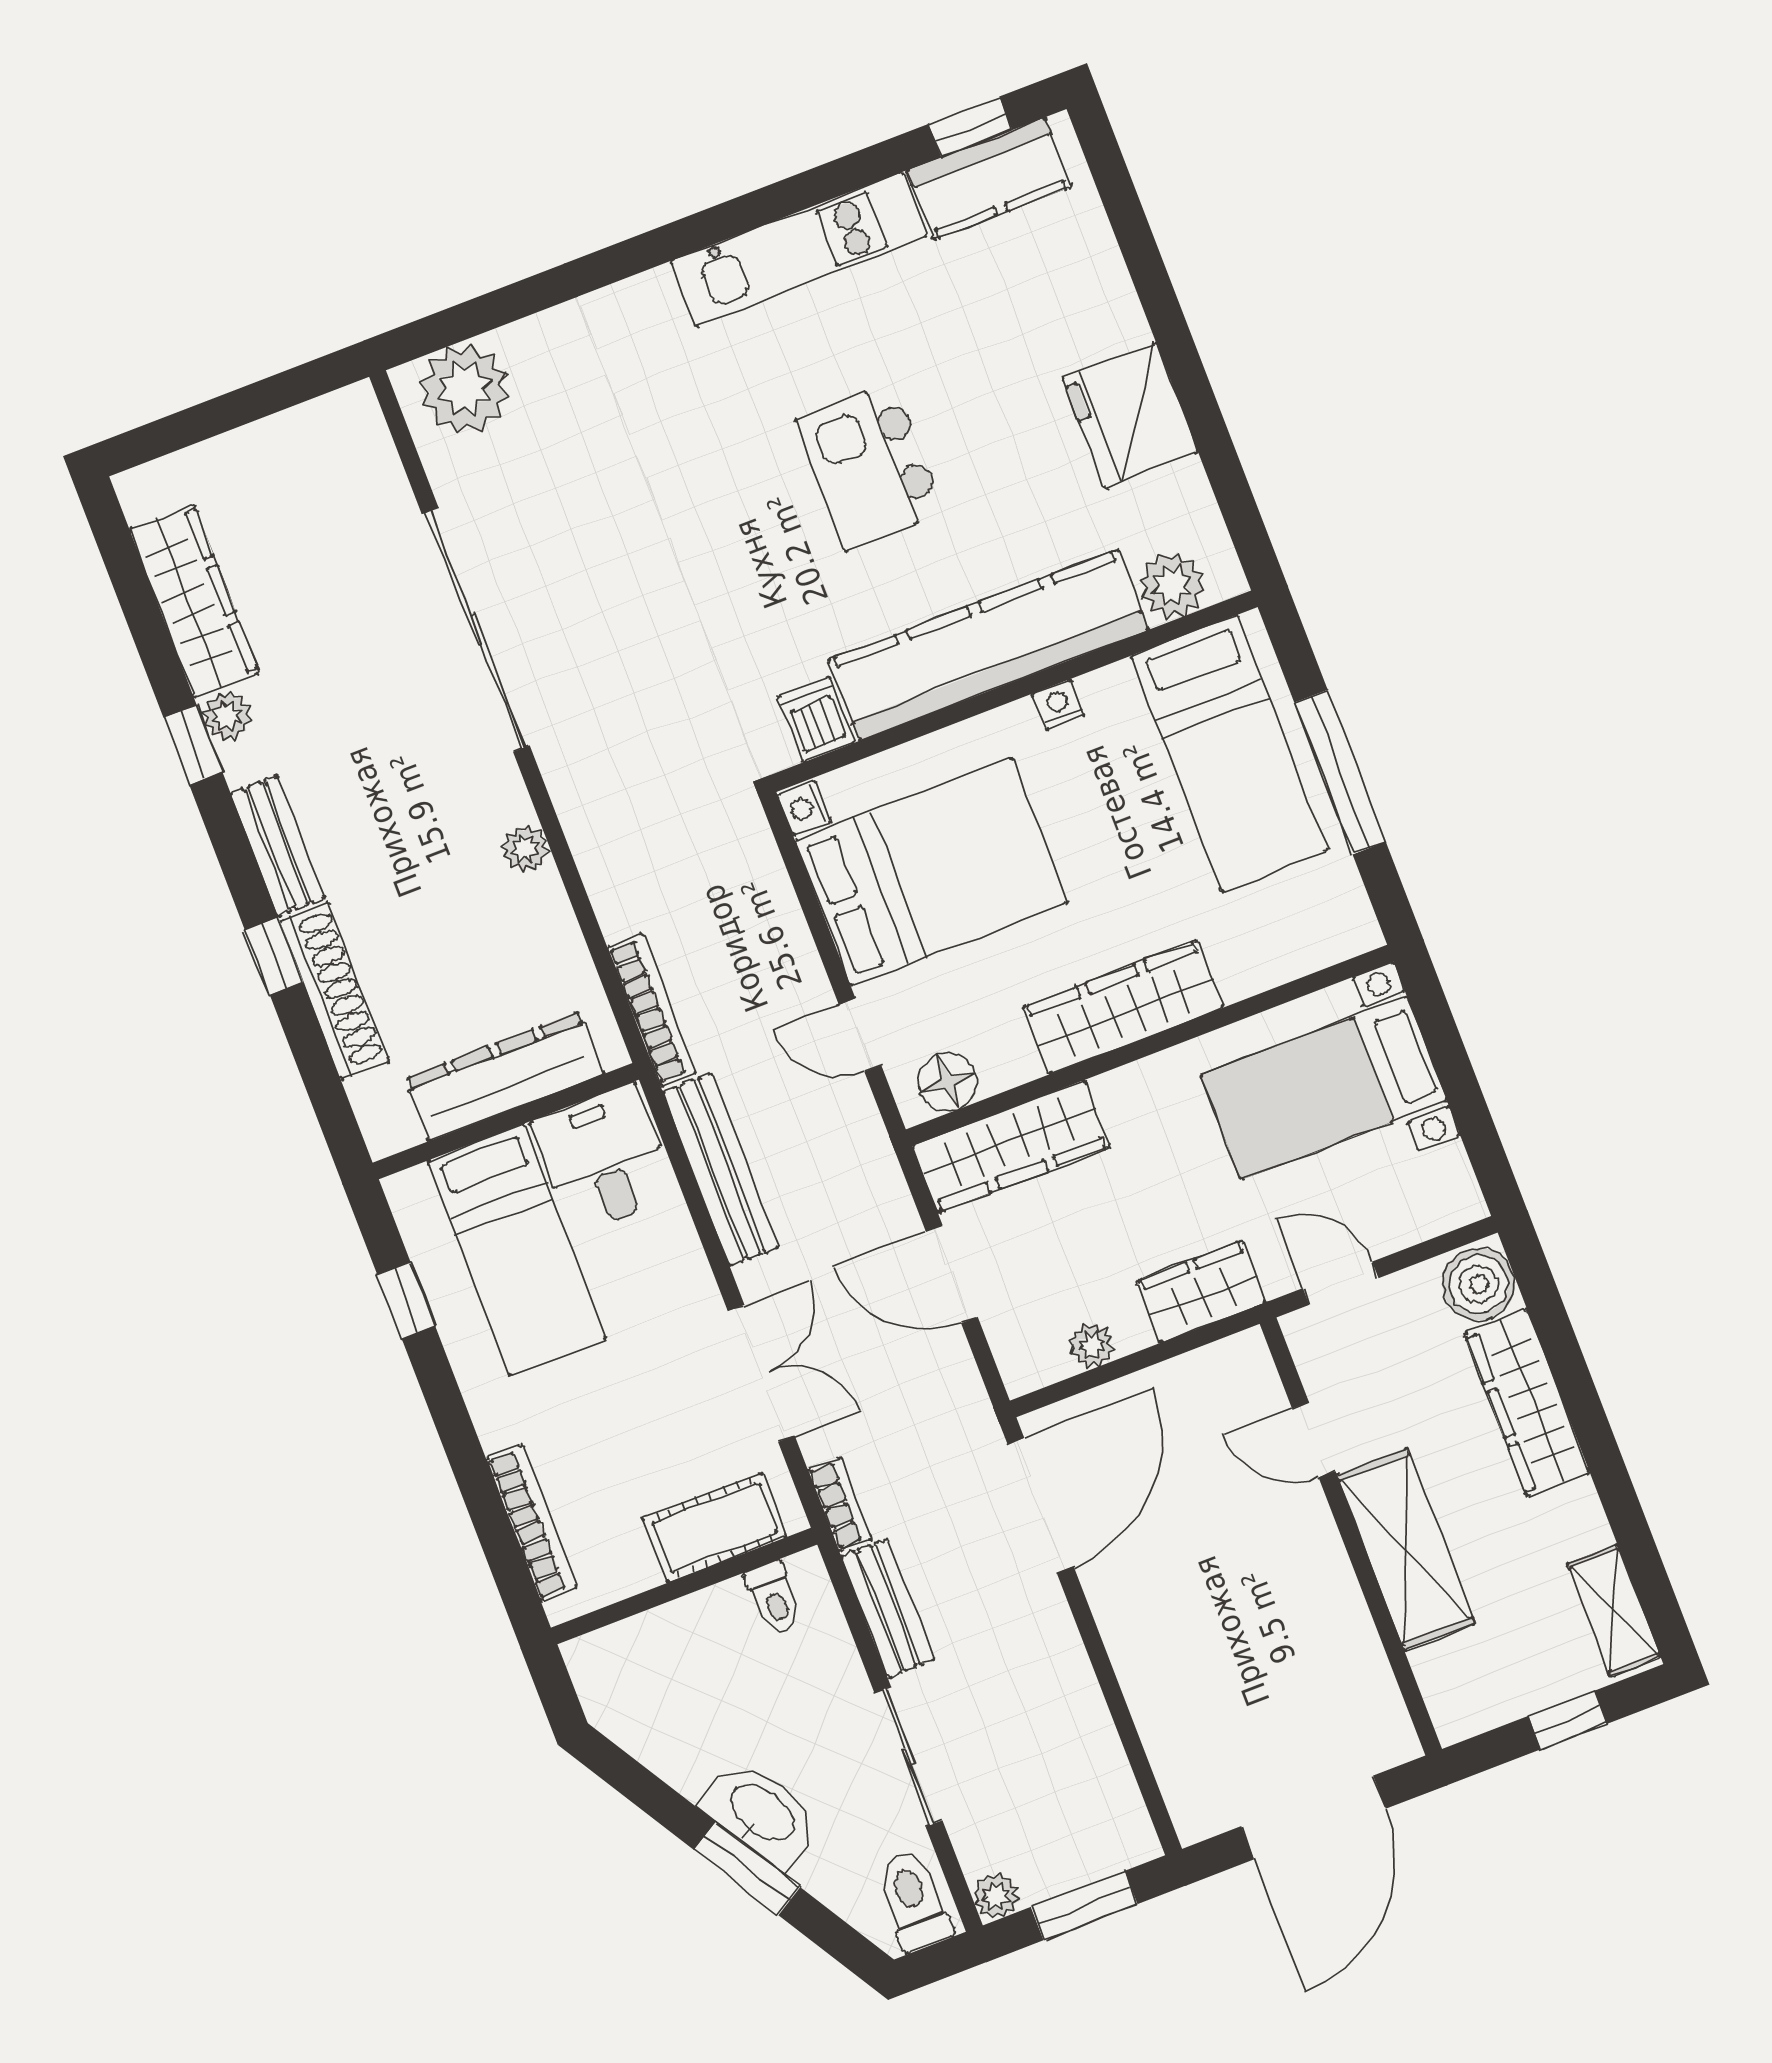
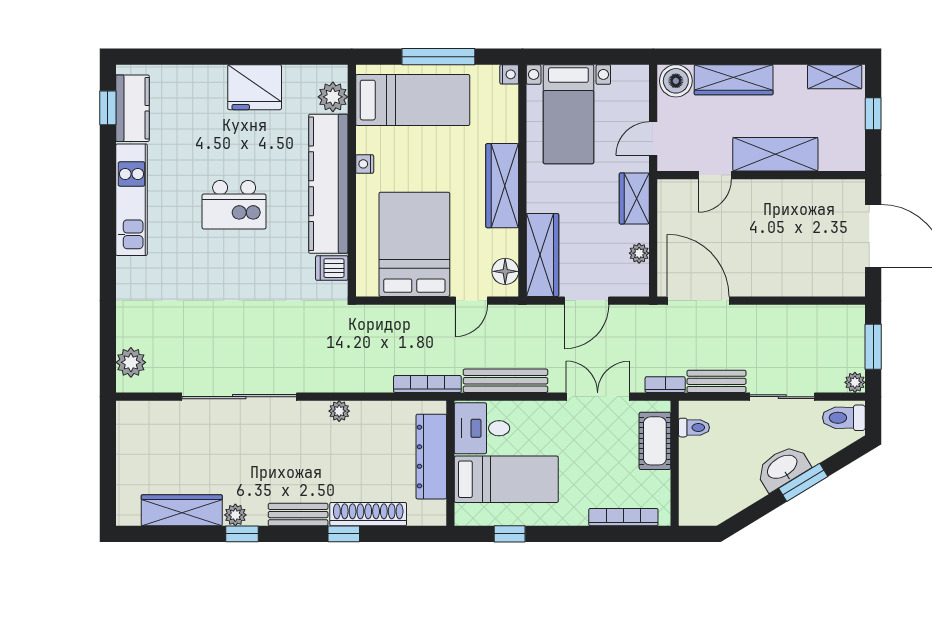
plant: (465, 389) -> (131, 362), width x0.73, depth x0.73
nightstand: (804, 808) -> (509, 74), moved, turned -90

